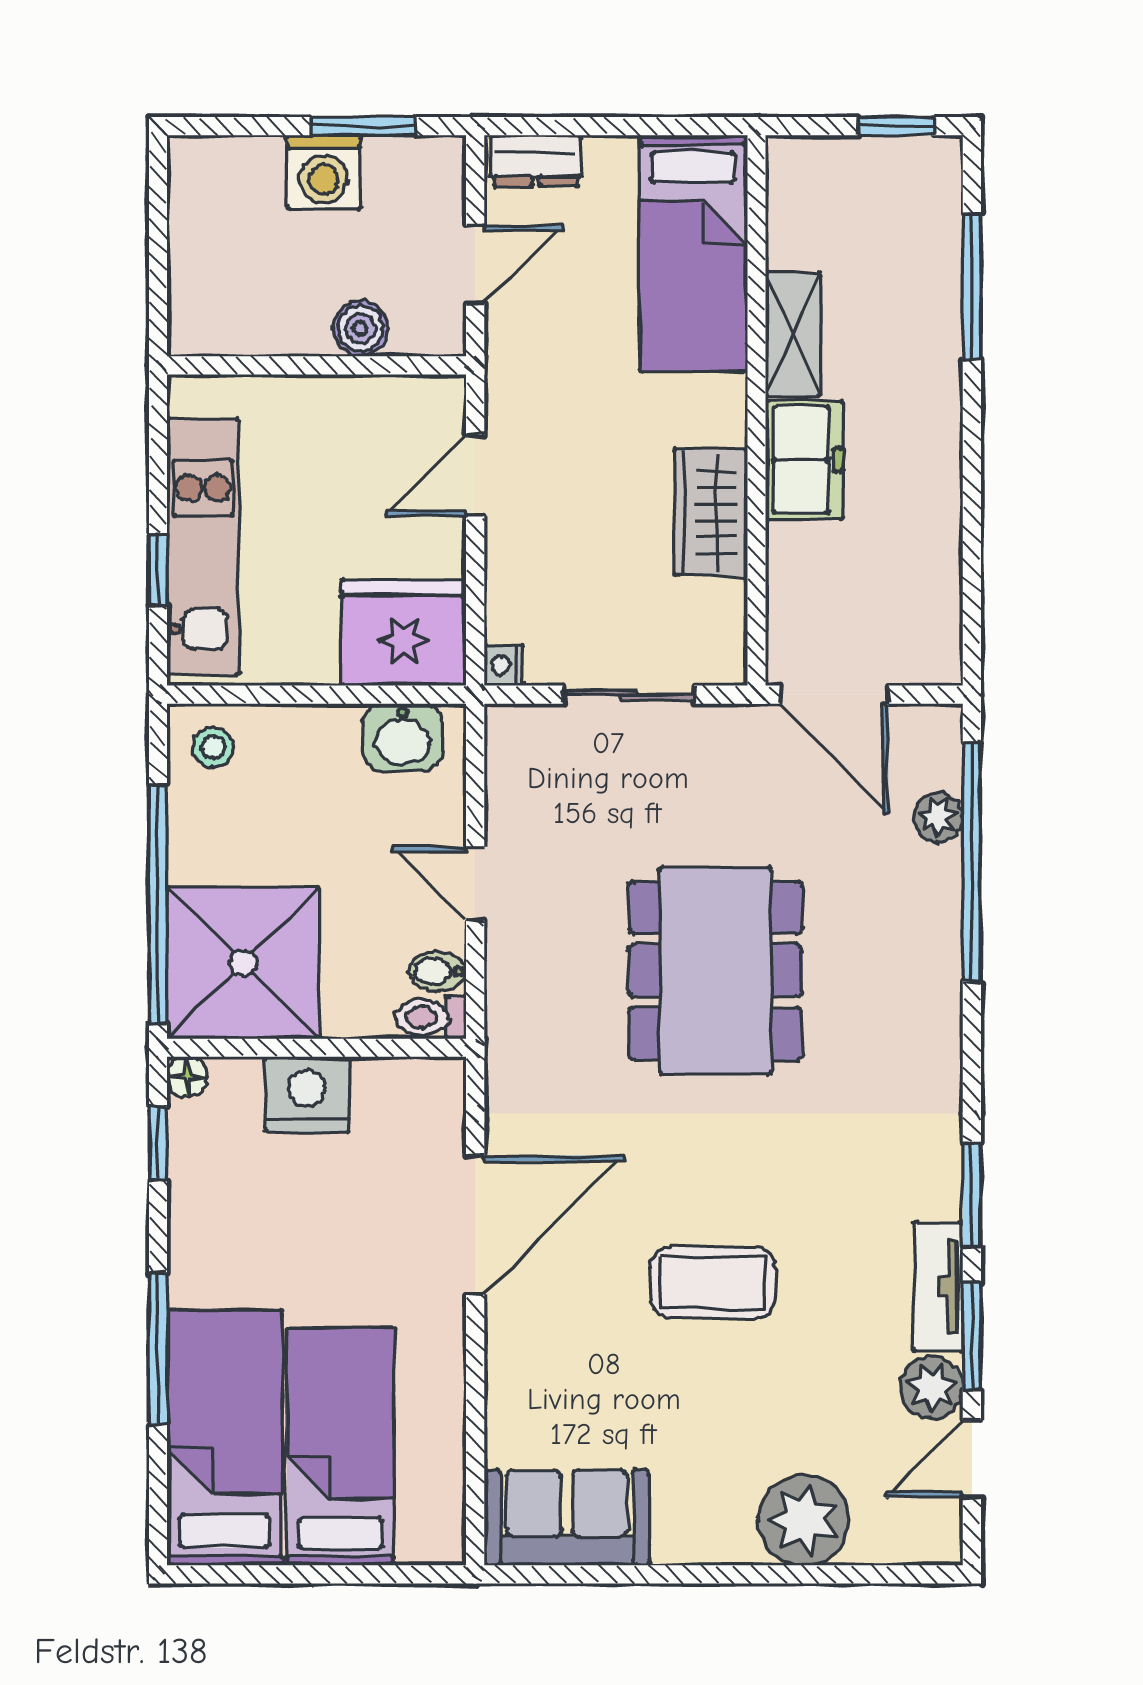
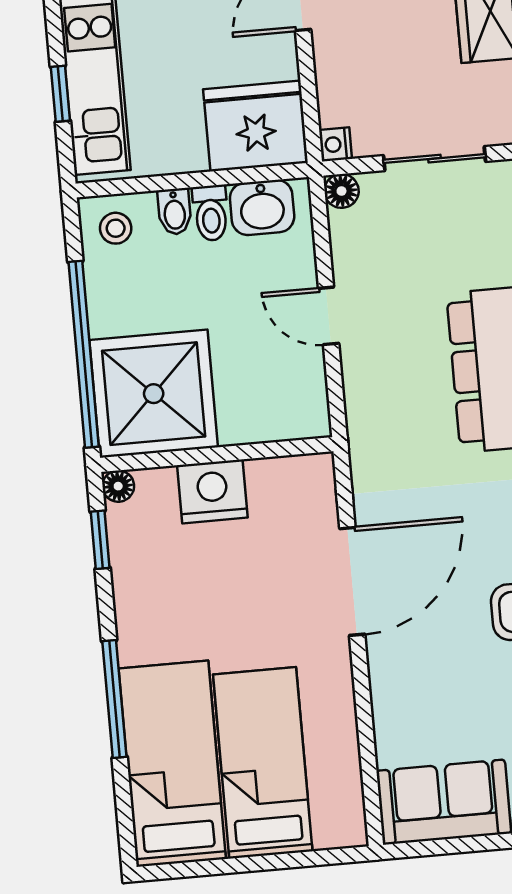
floor lamp: (506, 725) -> (342, 191), added
bidet: (437, 971) -> (175, 212), moved, turned -90
toilet: (431, 1017) -> (211, 213), moved, turned -90

